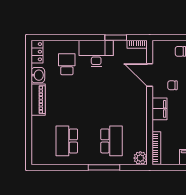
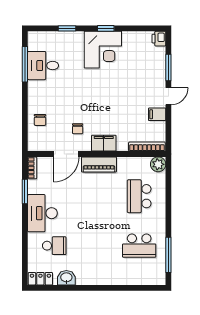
school desk: (67, 64) -> (54, 246), turned 180
piano: (38, 100) -> (99, 165), moved, turned 180
school desk: (112, 141) -> (139, 196), turned -90
window: (104, 167) -> (168, 255), moved

